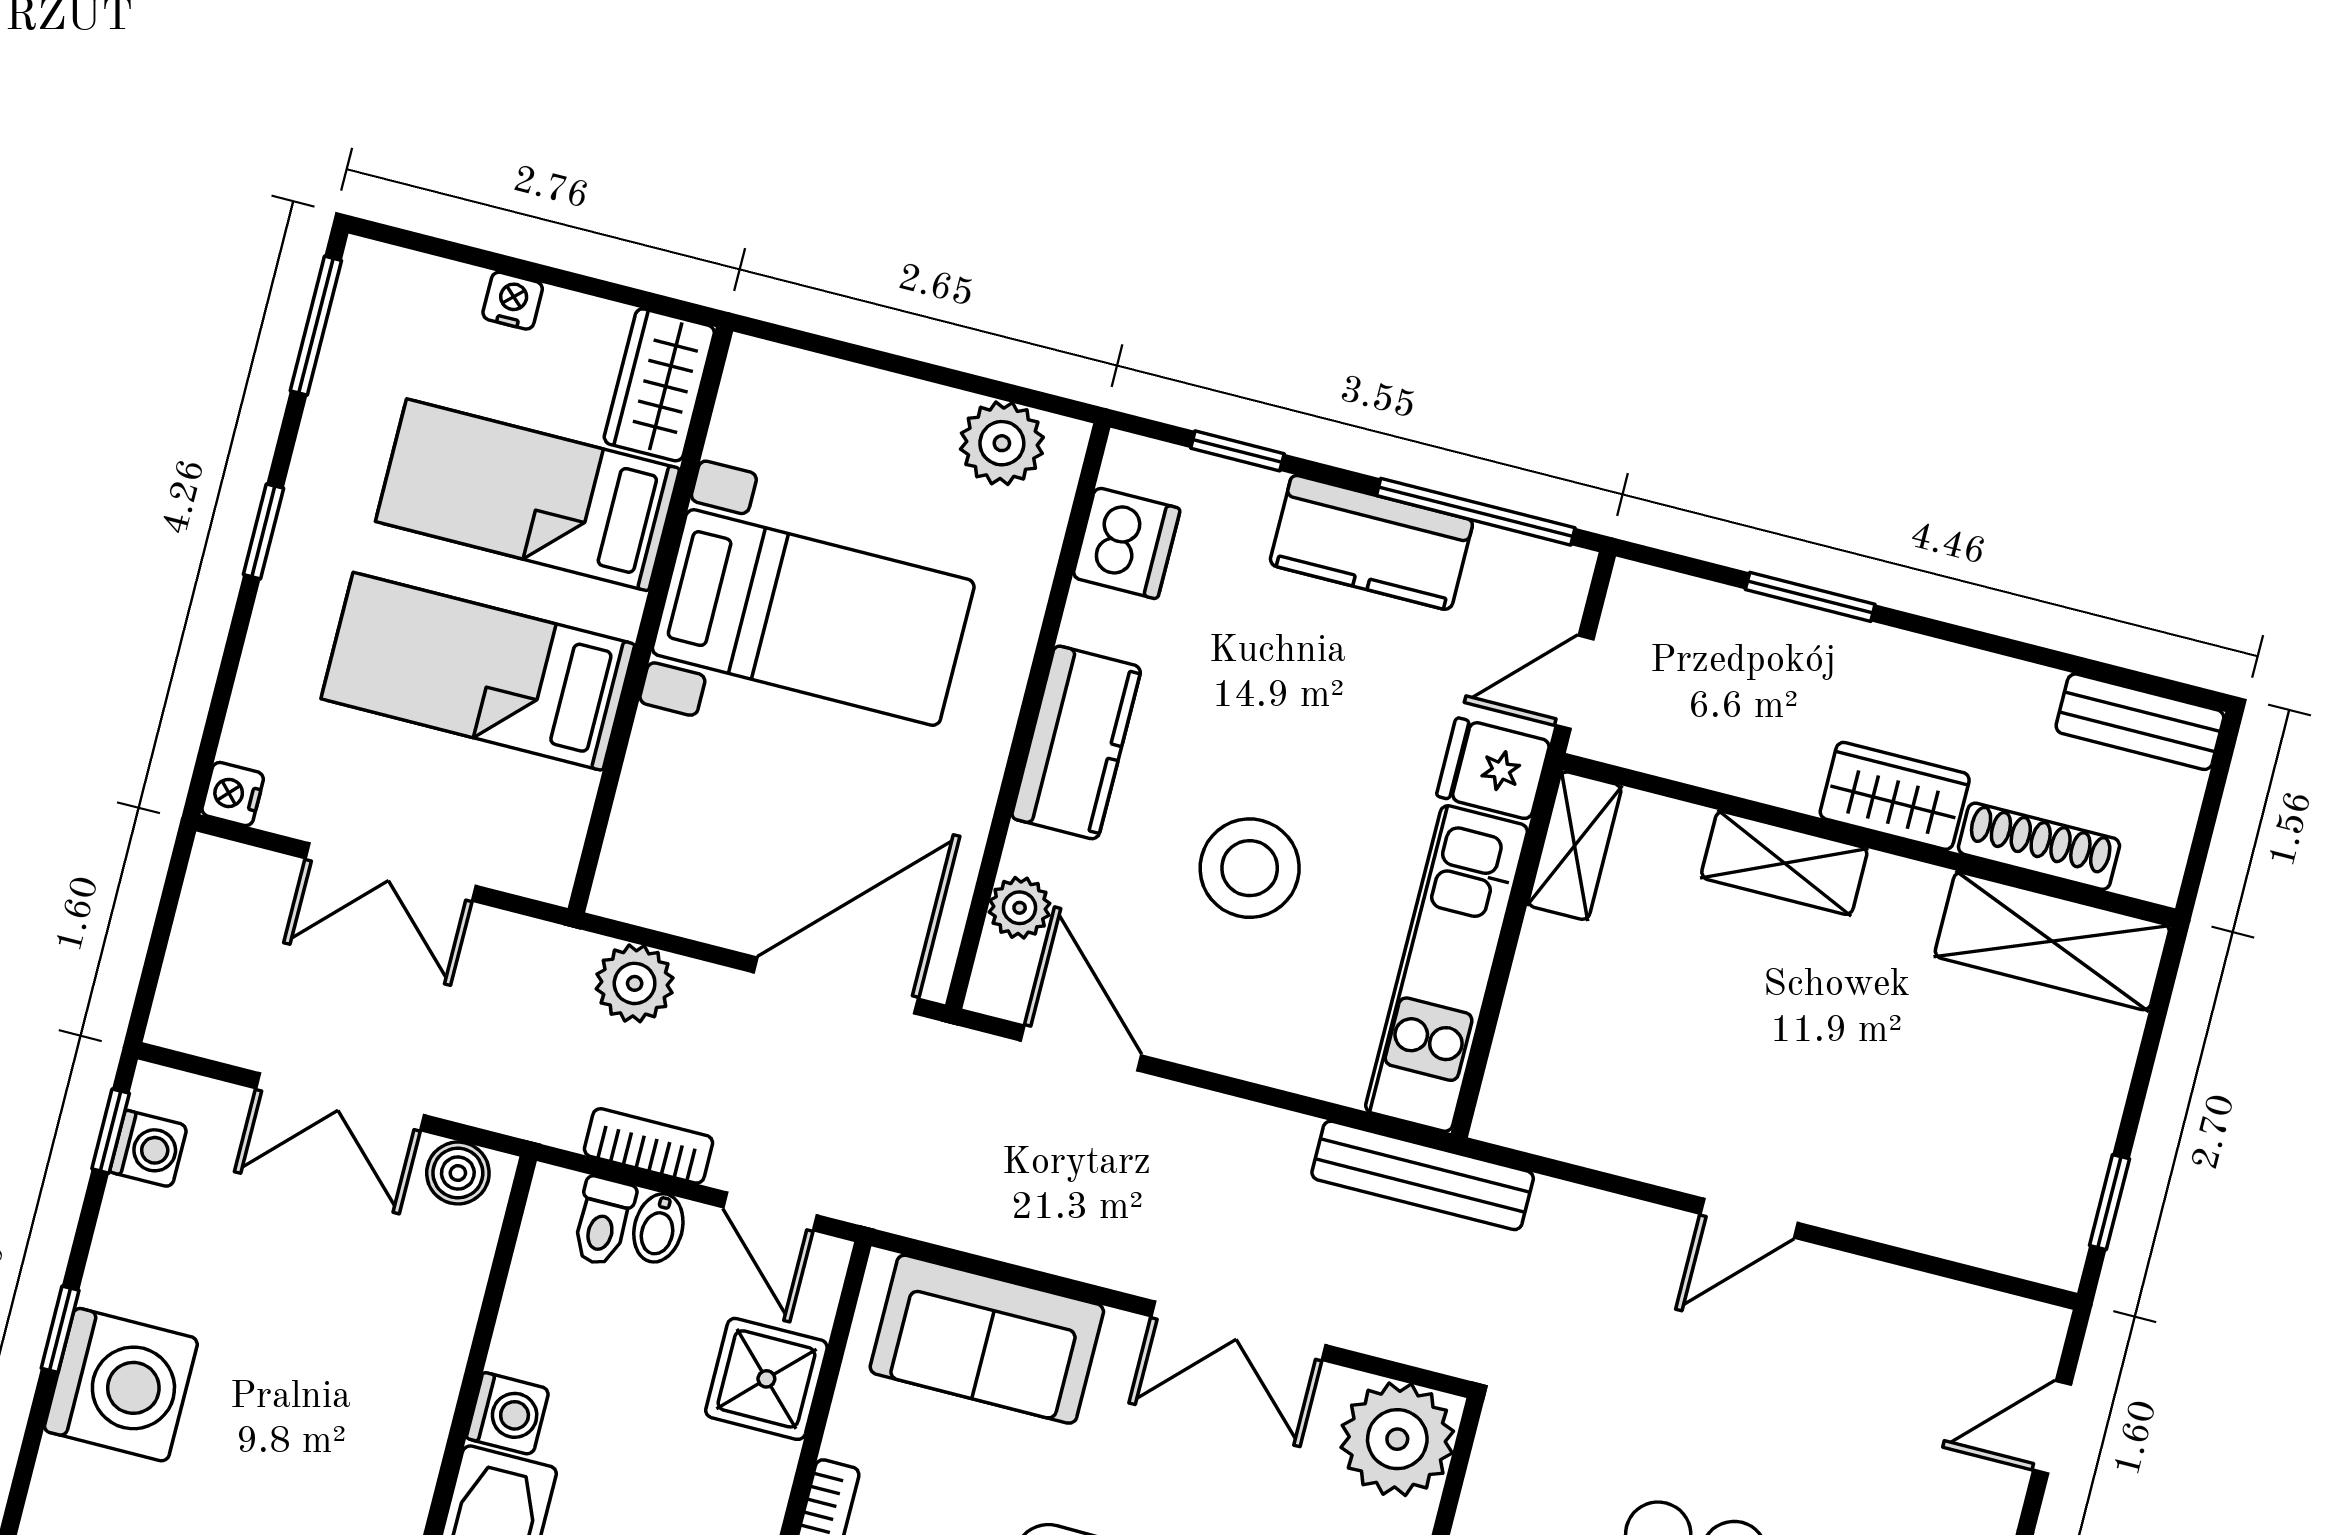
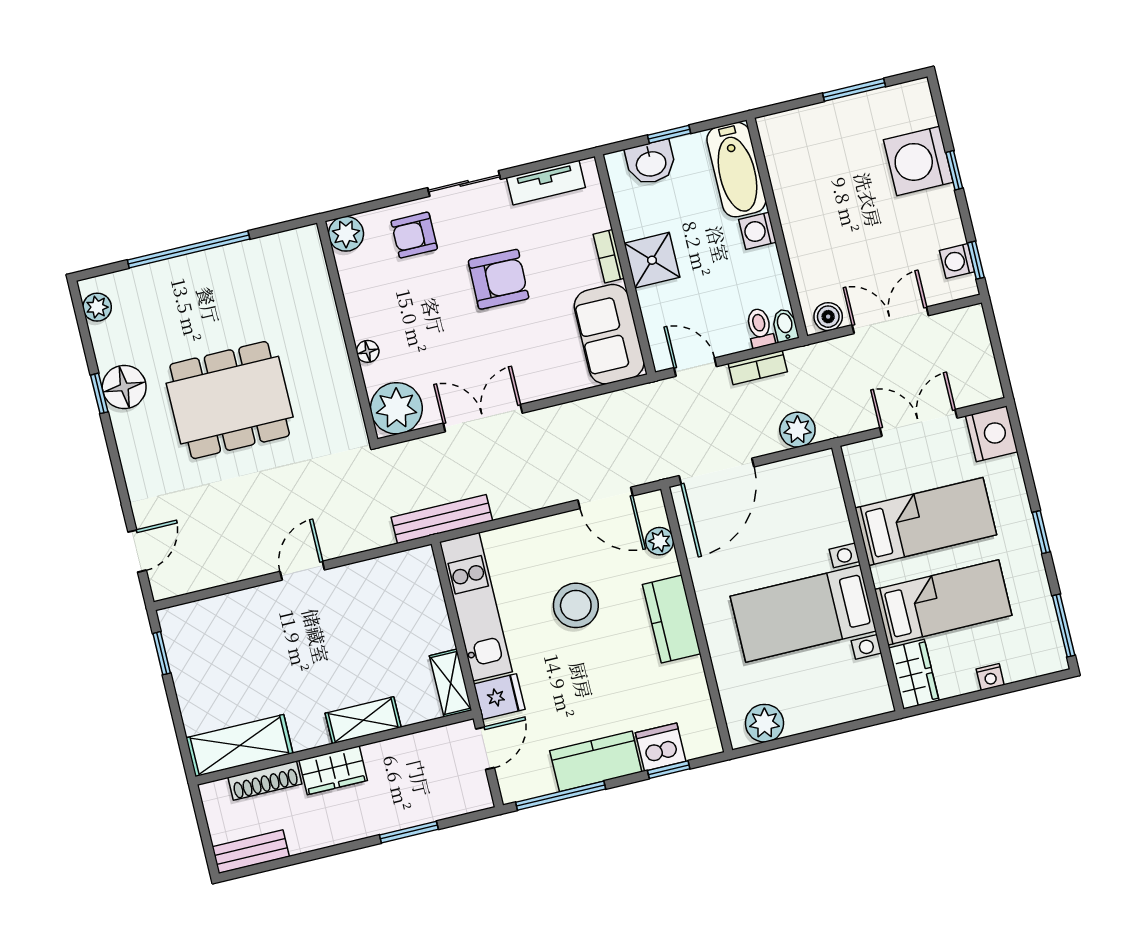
dishwasher: (1126, 543) -> (661, 747), moved, turned 90
nightstand: (233, 794) -> (992, 434), width x1.89, depth x1.79
bidet: (658, 1228) -> (785, 325), moved
sofa: (987, 1339) -> (609, 334), moved, turned -90
shower: (766, 1379) -> (652, 260), moved

